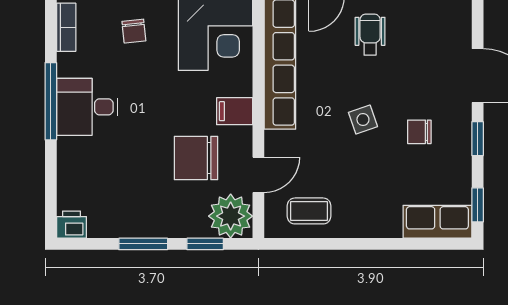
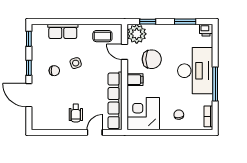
desk: (87, 107) -> (195, 71), width x1.87, depth x1.30
side table: (363, 120) -> (76, 63), moved
door: (258, 175) -> (125, 52), hinge flipped
row of seats: (437, 222) -> (63, 31), moved
window: (143, 244) -> (185, 22), moved

